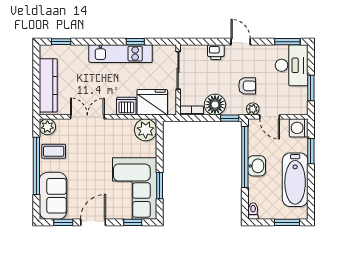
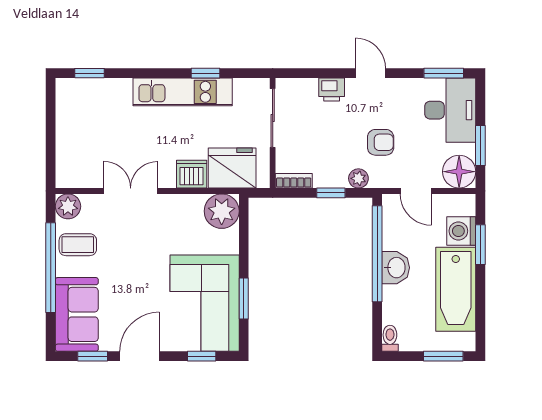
kitchen counter: (48, 85) -> (69, 142), removed
floor lamp: (215, 105) -> (459, 172), moved
plant: (253, 109) -> (358, 178), moved
window: (230, 118) -> (331, 193), moved
washing machine: (299, 128) -> (461, 231), moved

